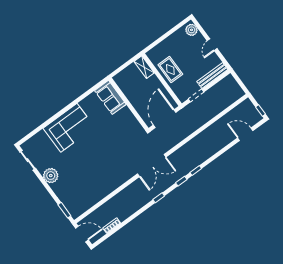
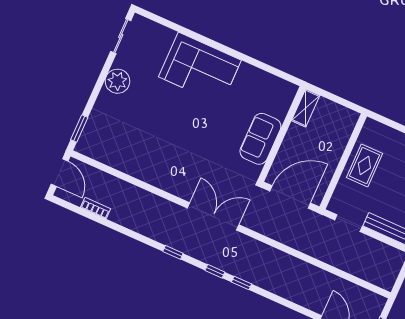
shelving: (144, 67) -> (306, 108), moved
sofa: (110, 97) -> (260, 139), moved
double door: (152, 166) -> (213, 216), swing flipped

